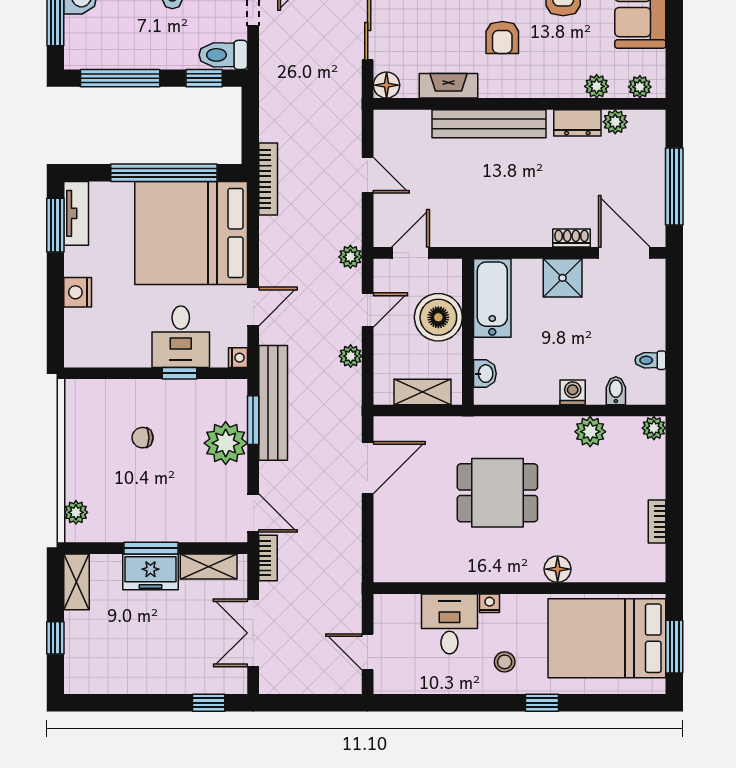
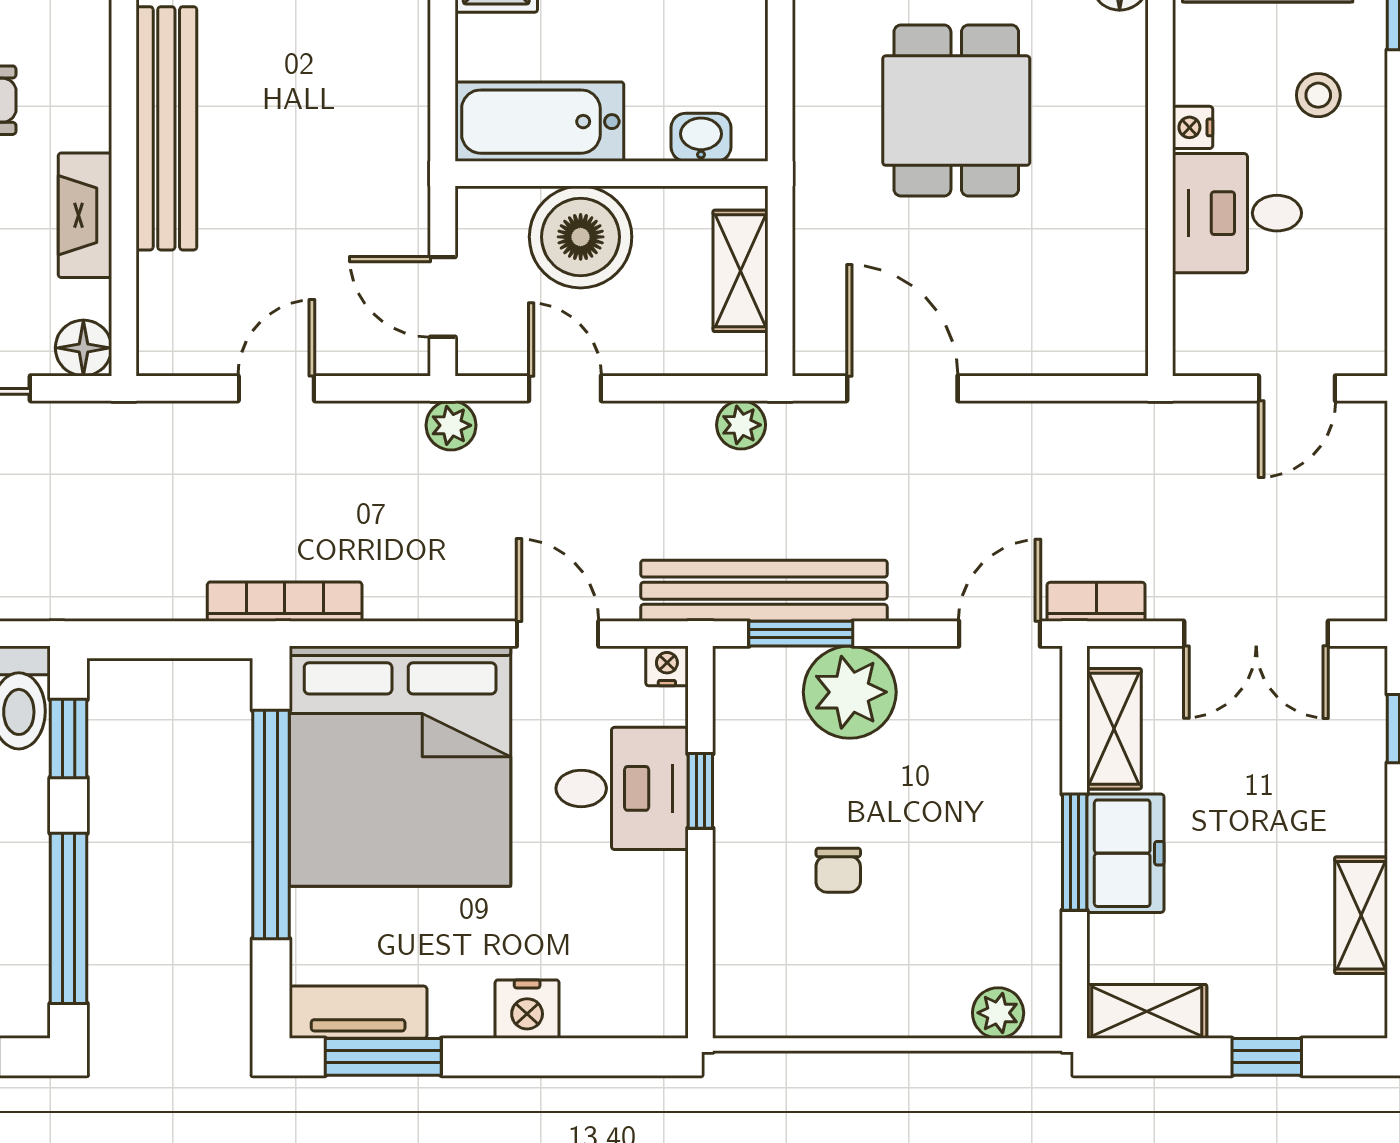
plant: (351, 356) -> (741, 425), moved
shelving: (122, 682) -> (1361, 915), added

